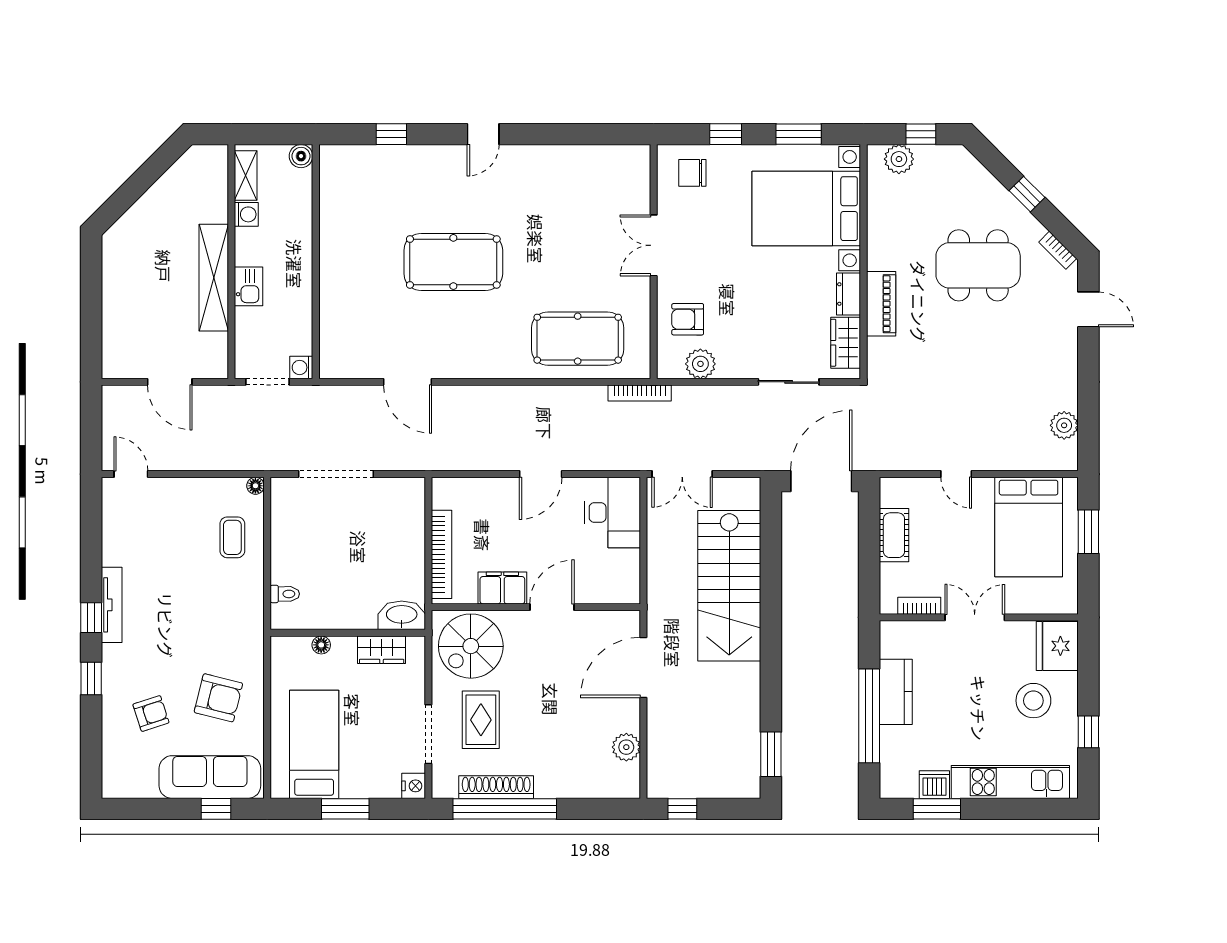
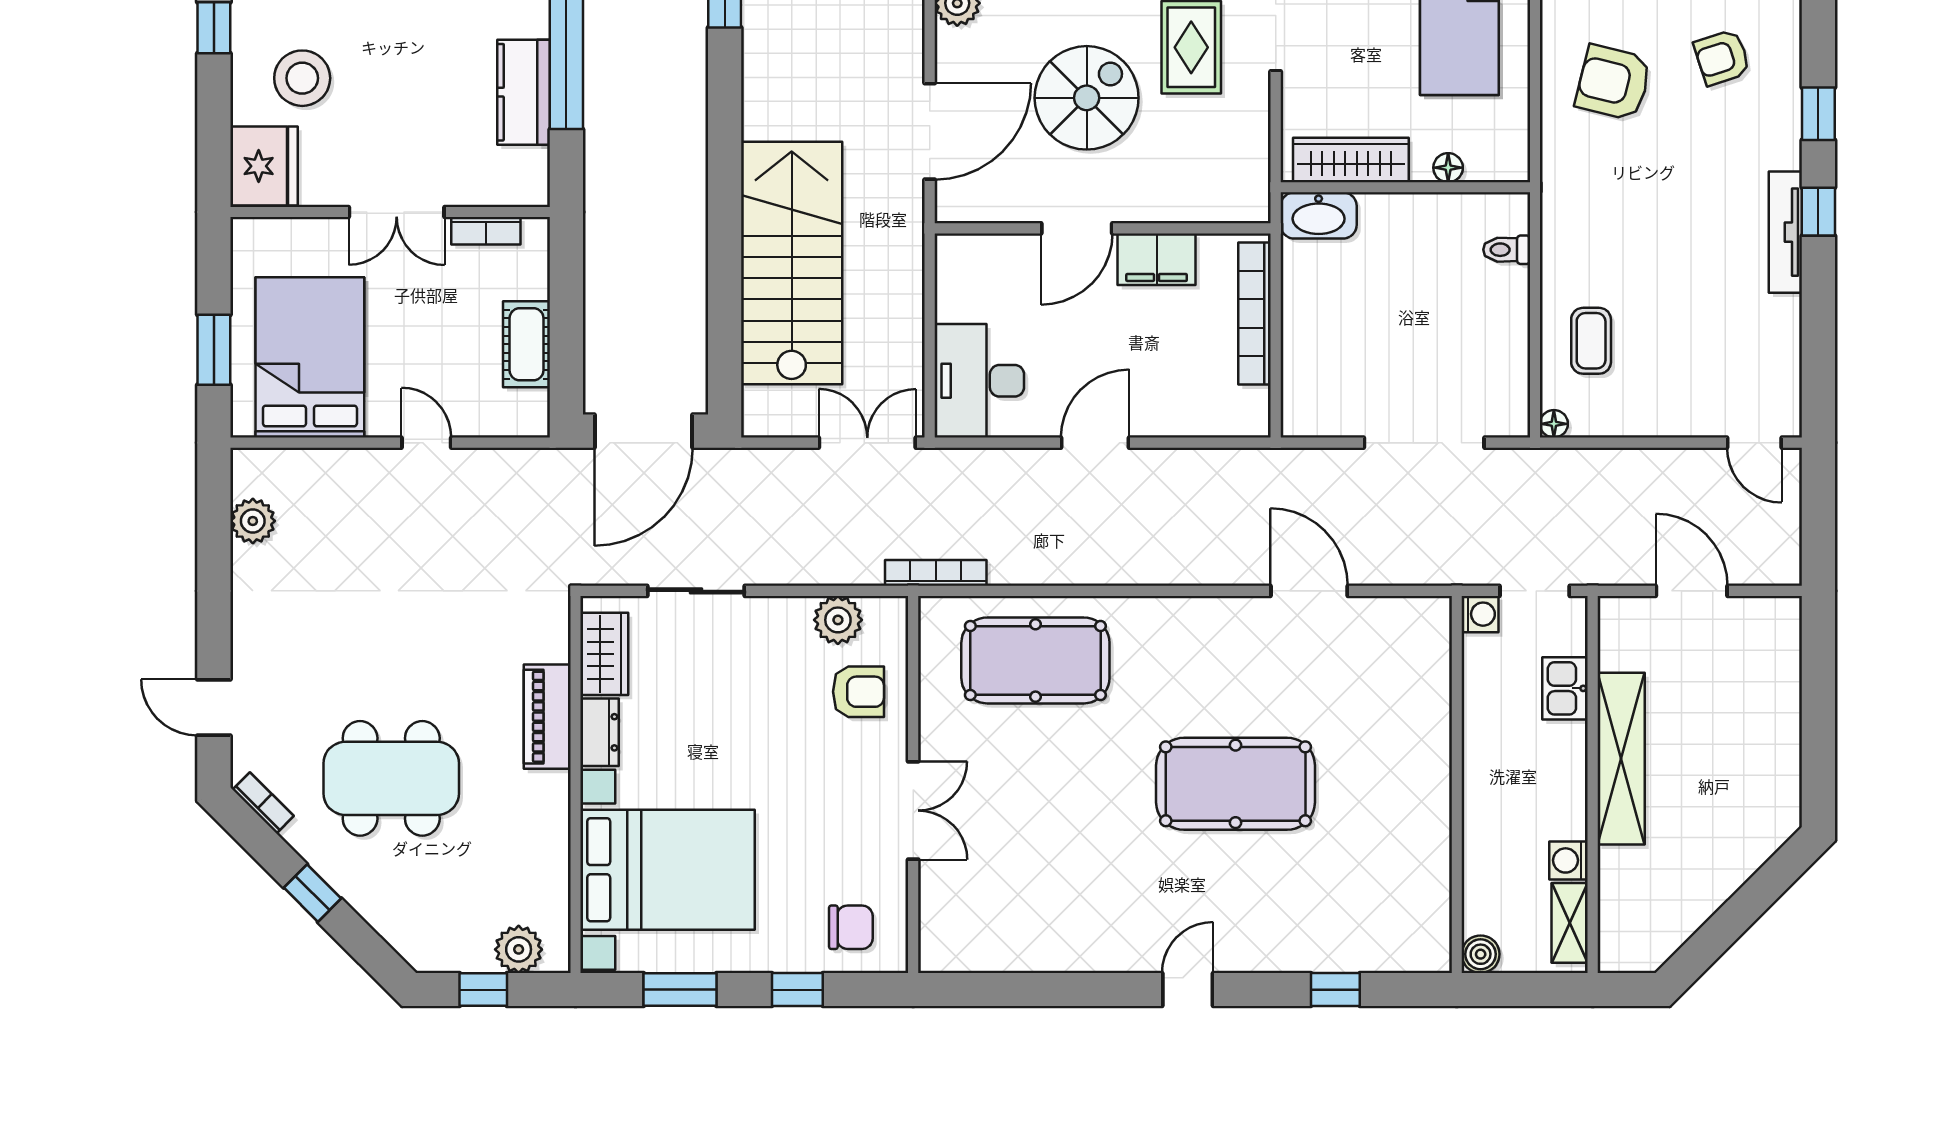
kitchen sink: (249, 286) -> (1565, 688), moved
spiral stairs: (471, 646) -> (1087, 98), moved
wardrobe: (382, 650) -> (1351, 160), width x1.50

